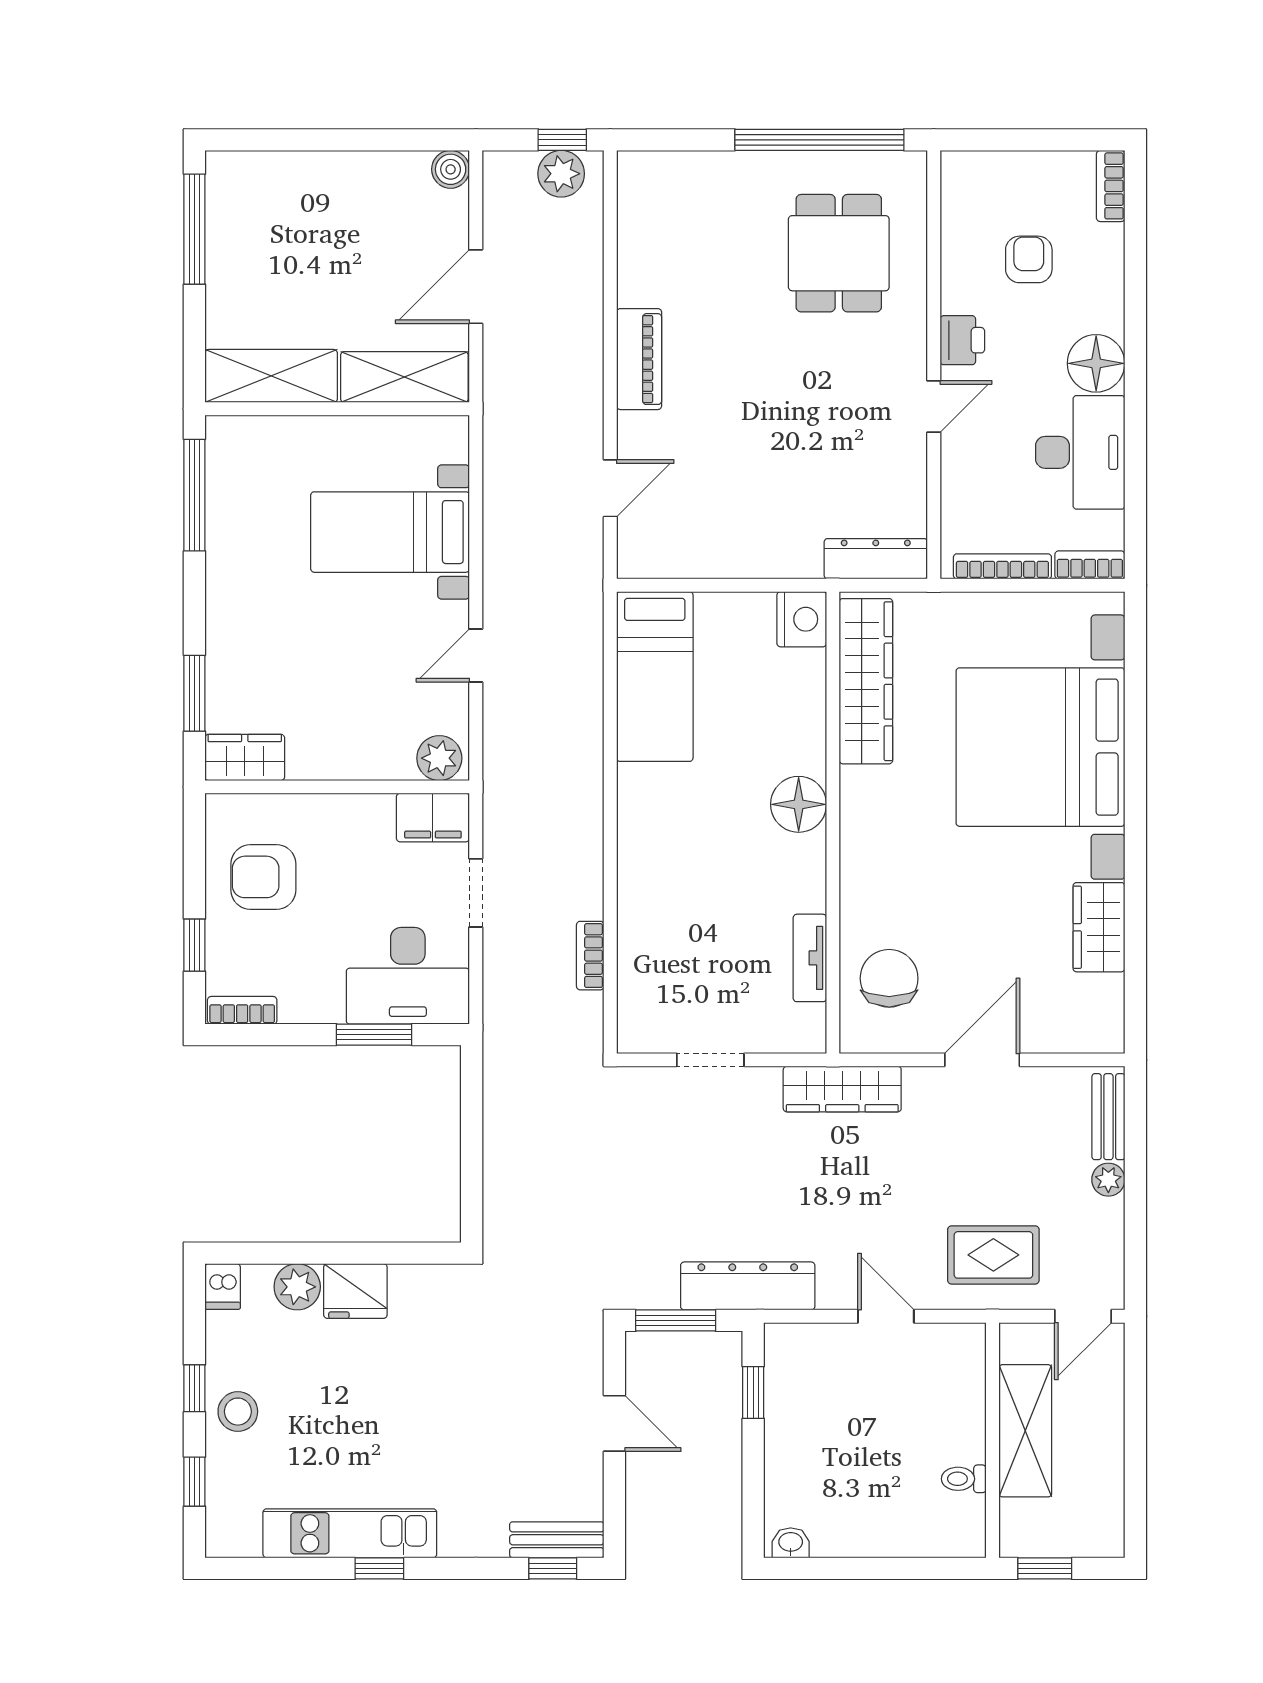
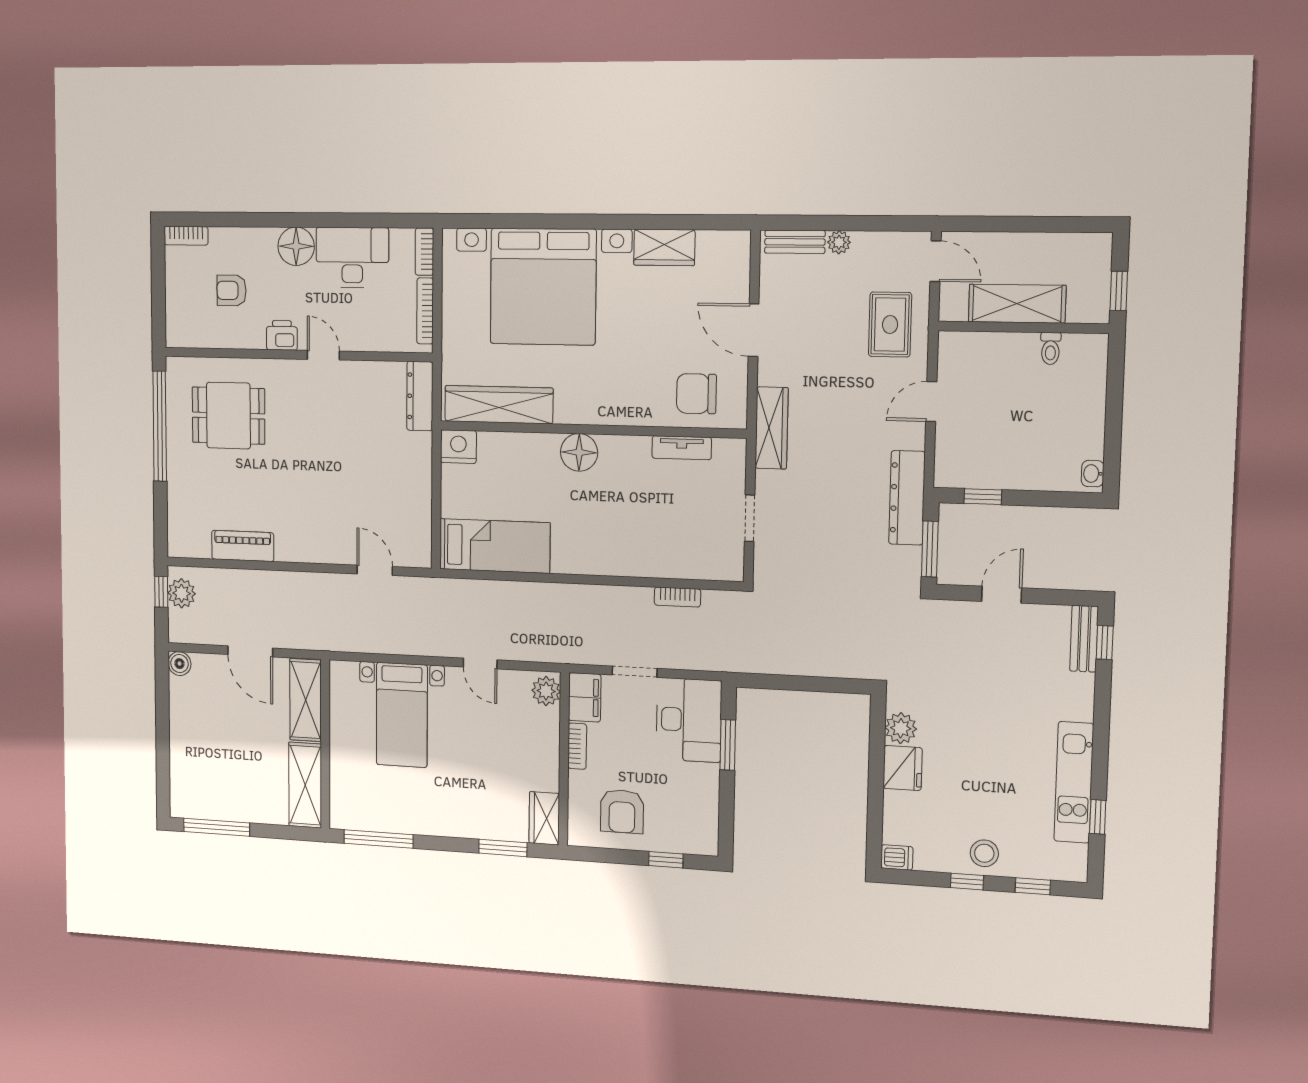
piano: (639, 359) -> (243, 546), moved
bookcase: (242, 1010) -> (577, 746), moved, turned 180
plant: (297, 1287) -> (901, 728), moved
window: (379, 1568) -> (1098, 817), moved

